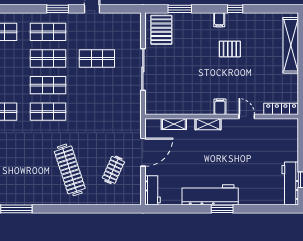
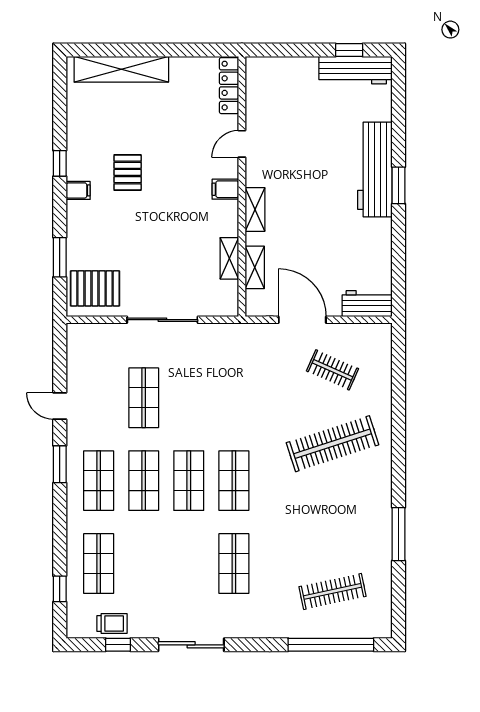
shelving: (179, 109) -> (229, 258), added
workbench: (210, 195) -> (375, 170), moved

